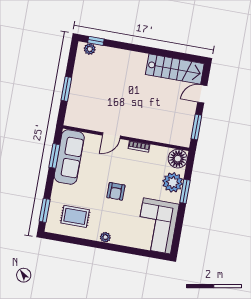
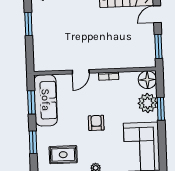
window: (66, 89) -> (28, 24), moved
armchair: (116, 191) -> (96, 123), turned 180
window: (45, 210) -> (33, 142), moved

